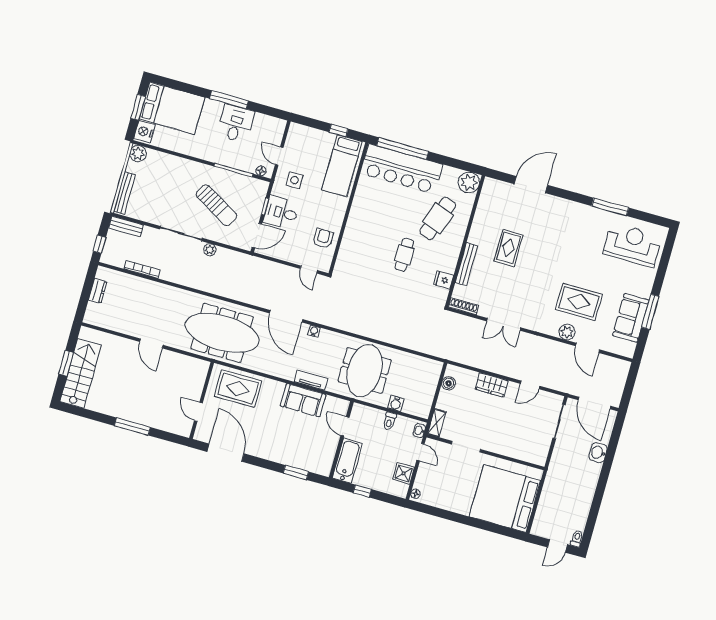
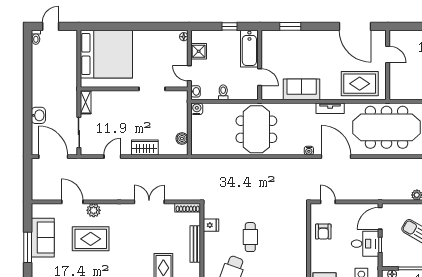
tv unit: (311, 380) -> (330, 108), moved
water cooler: (396, 403) -> (197, 109), moved
shelving: (437, 423) -> (86, 102), moved

